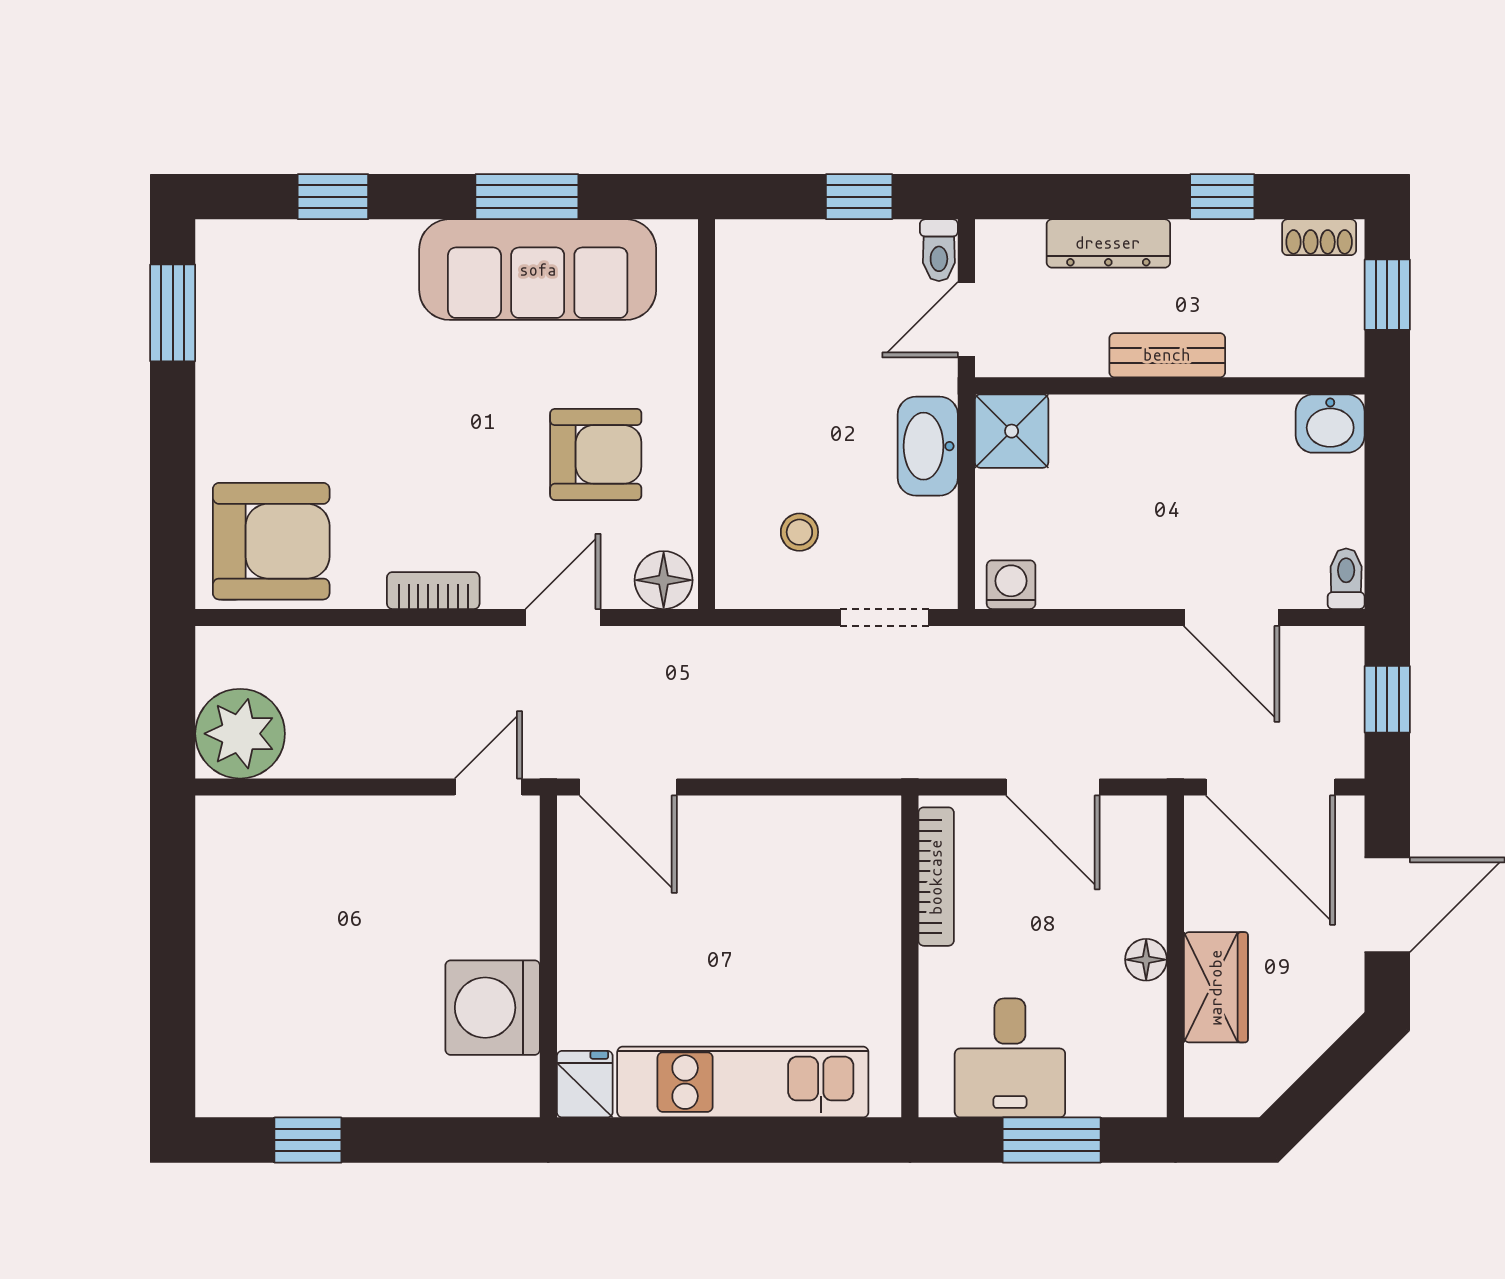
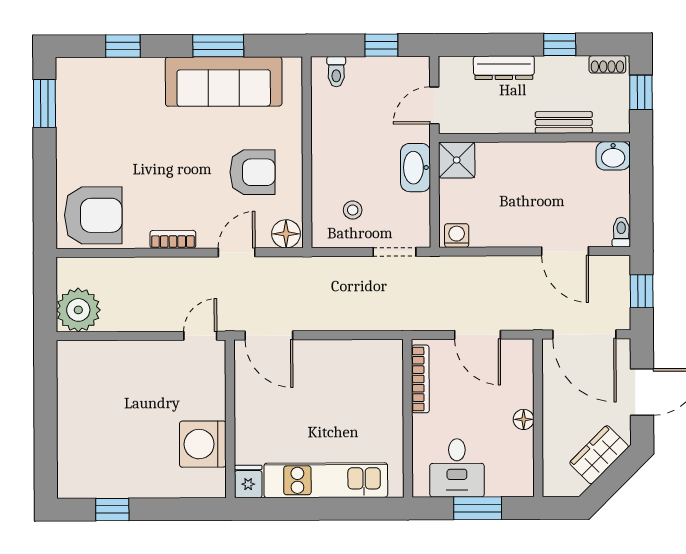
toilet: (939, 250) -> (336, 72), moved
bench: (1167, 355) -> (564, 122), moved
wardrobe: (1216, 987) -> (599, 455), moved, turned -135

